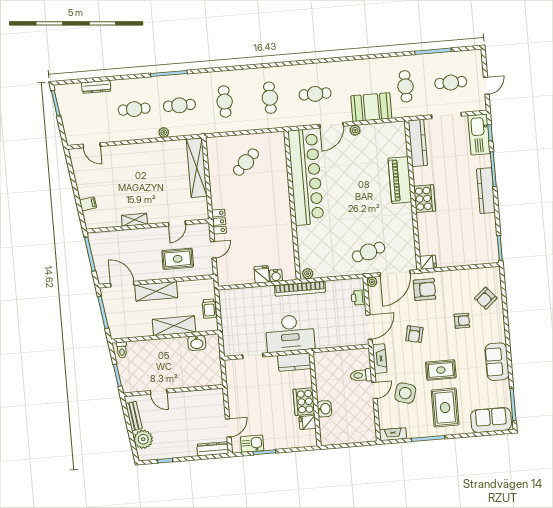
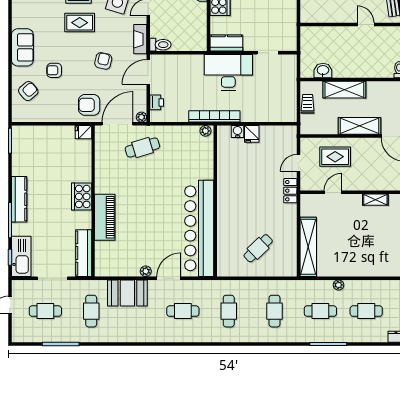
sofa: (497, 362) -> (22, 47), moved
toilet: (361, 375) -> (160, 45), moved

